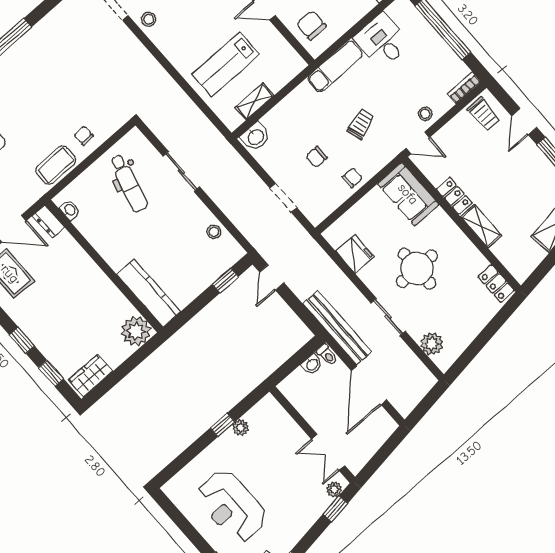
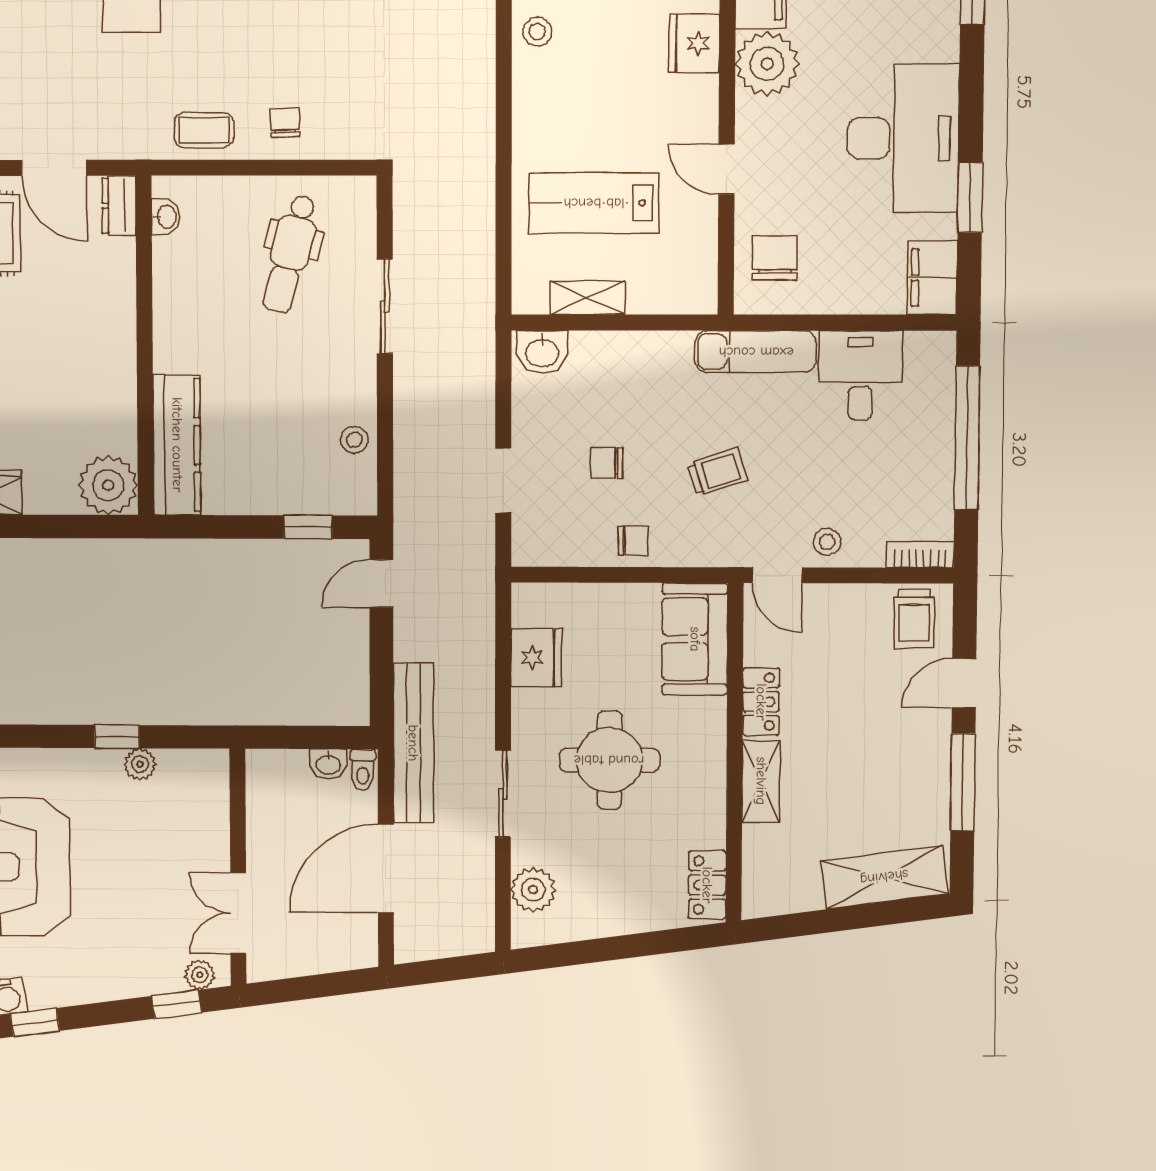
coffee table: (56, 165) -> (204, 130), width x0.73, depth x0.77

